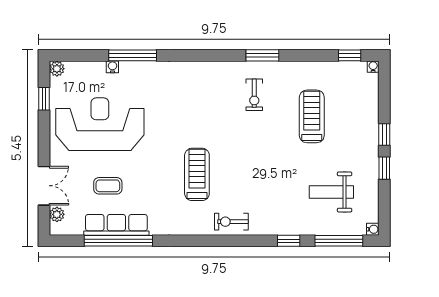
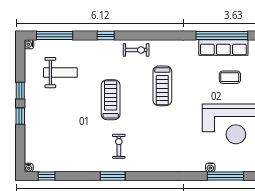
window: (133, 55) -> (225, 176), moved
water cooler: (112, 67) -> (210, 167), moved
treadmill: (312, 116) -> (111, 100), moved, turned 180
window: (289, 241) -> (106, 35), moved

